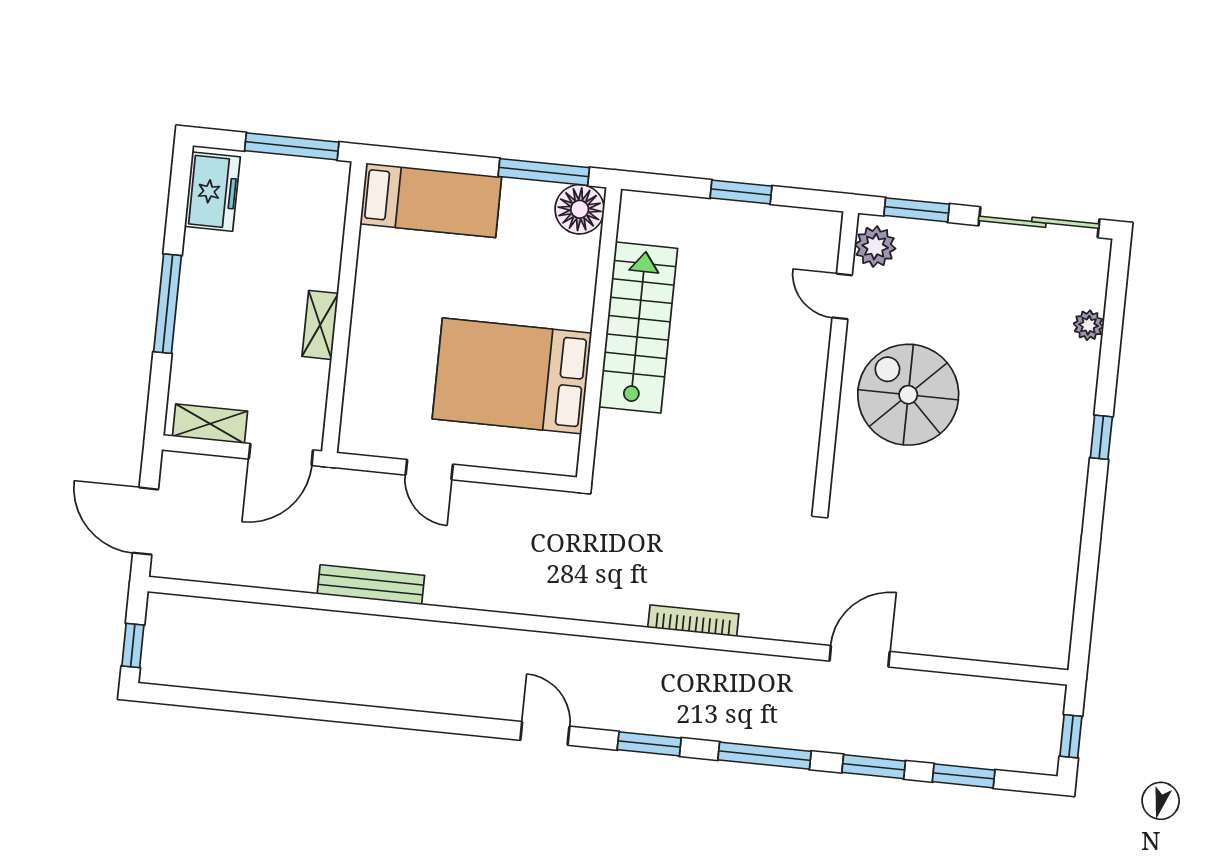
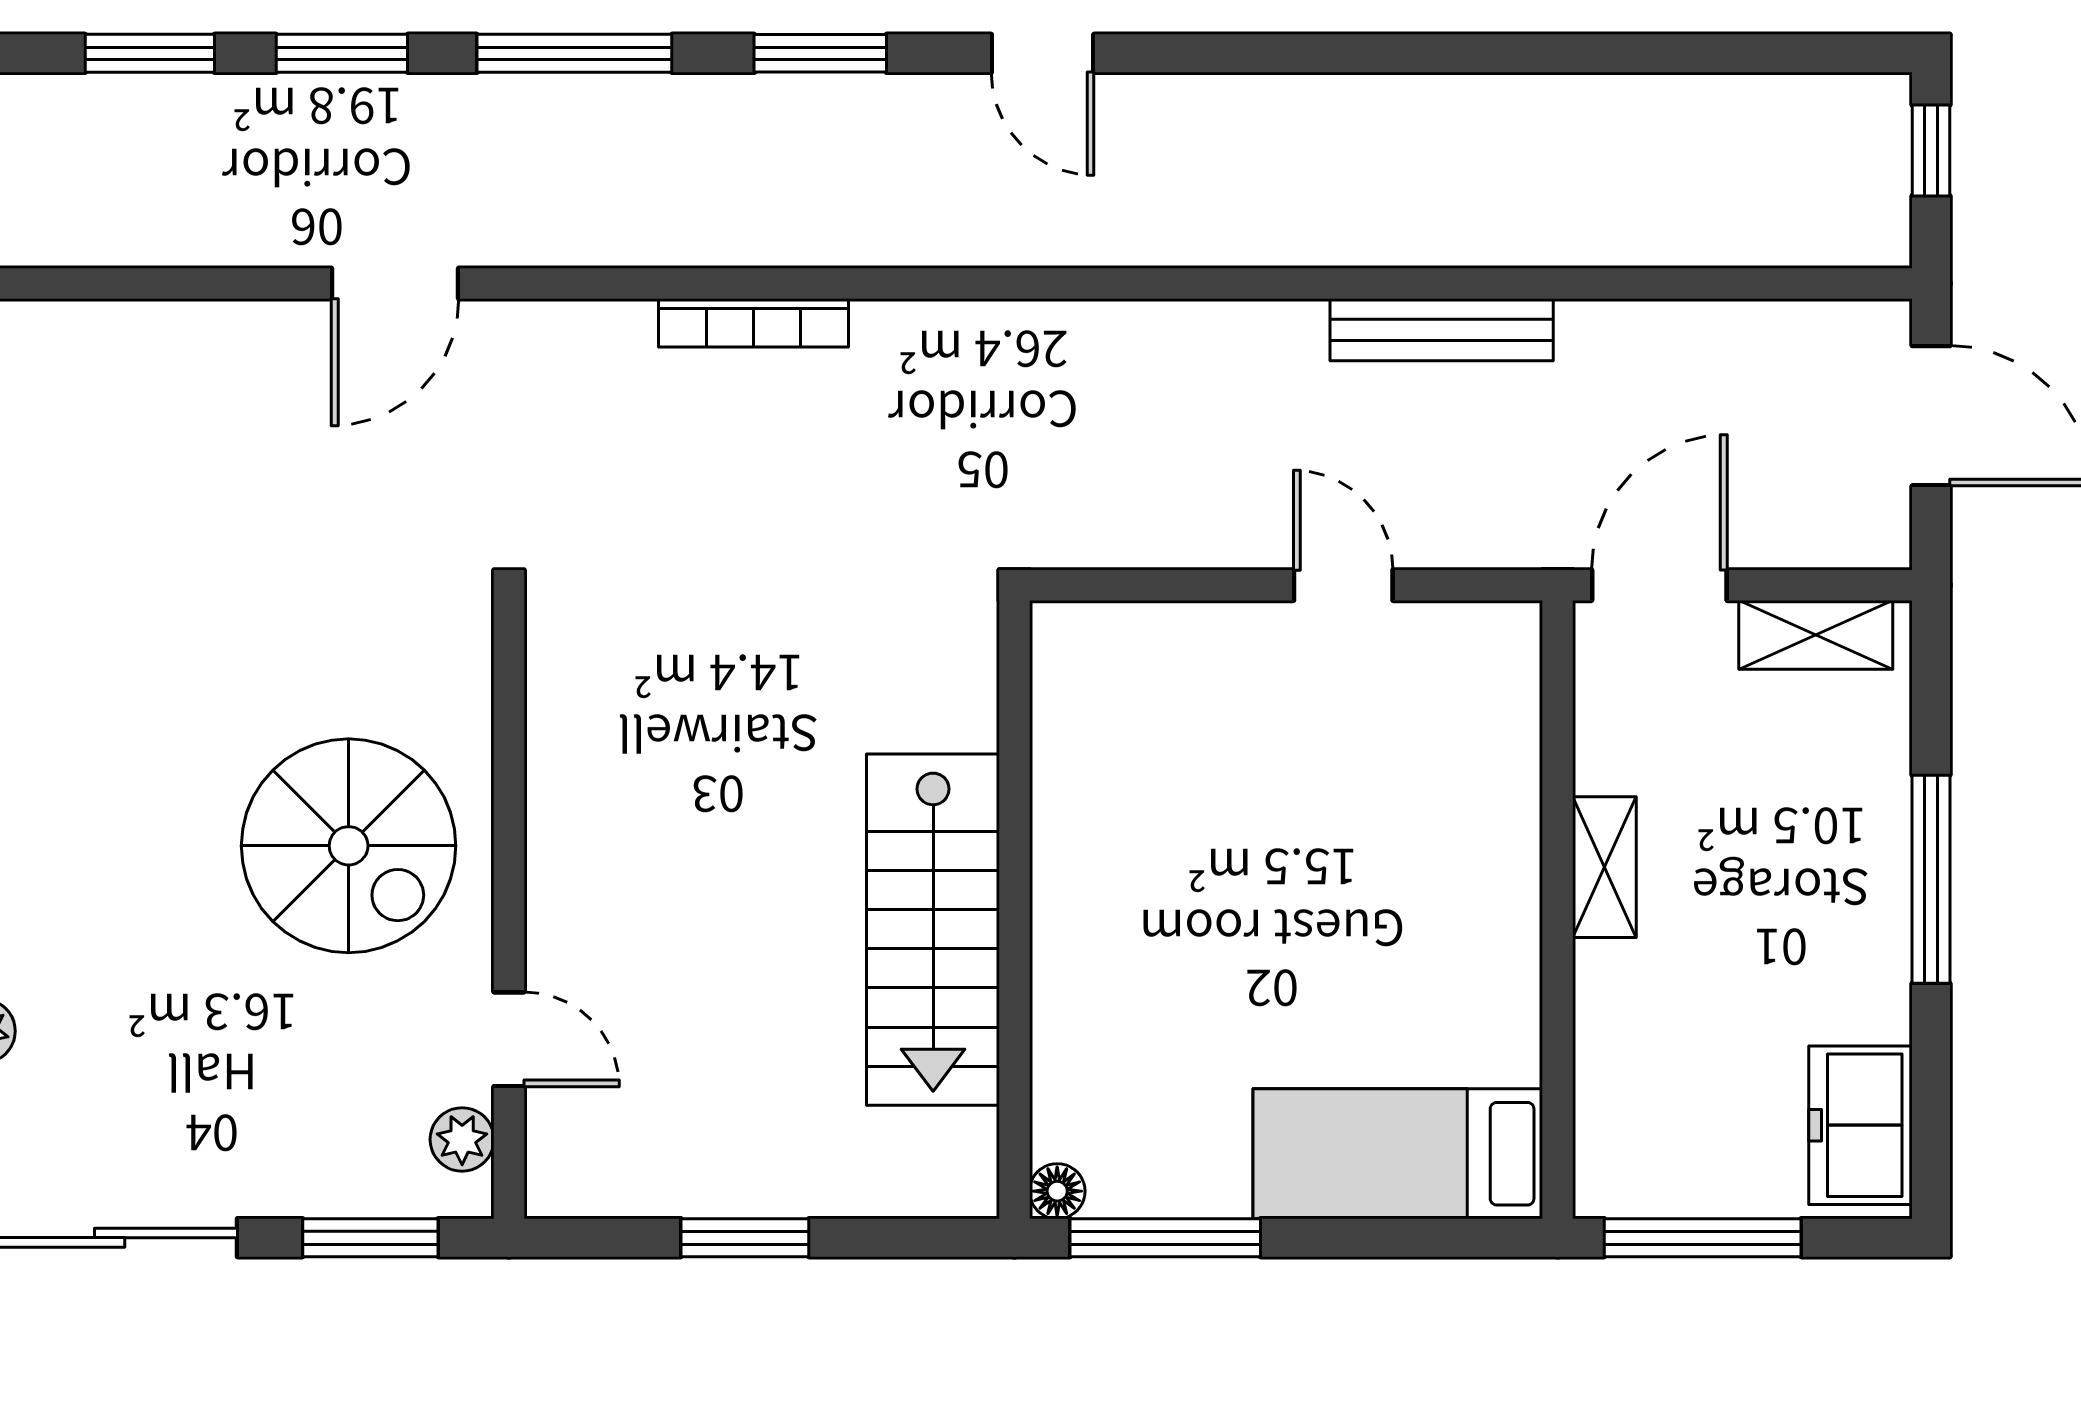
floor lamp: (580, 209) -> (1057, 1191), width x0.53, depth x0.53
plant: (875, 247) -> (462, 1139), width x0.73, depth x0.73
bed: (512, 376) -> (1189, 800), removed

